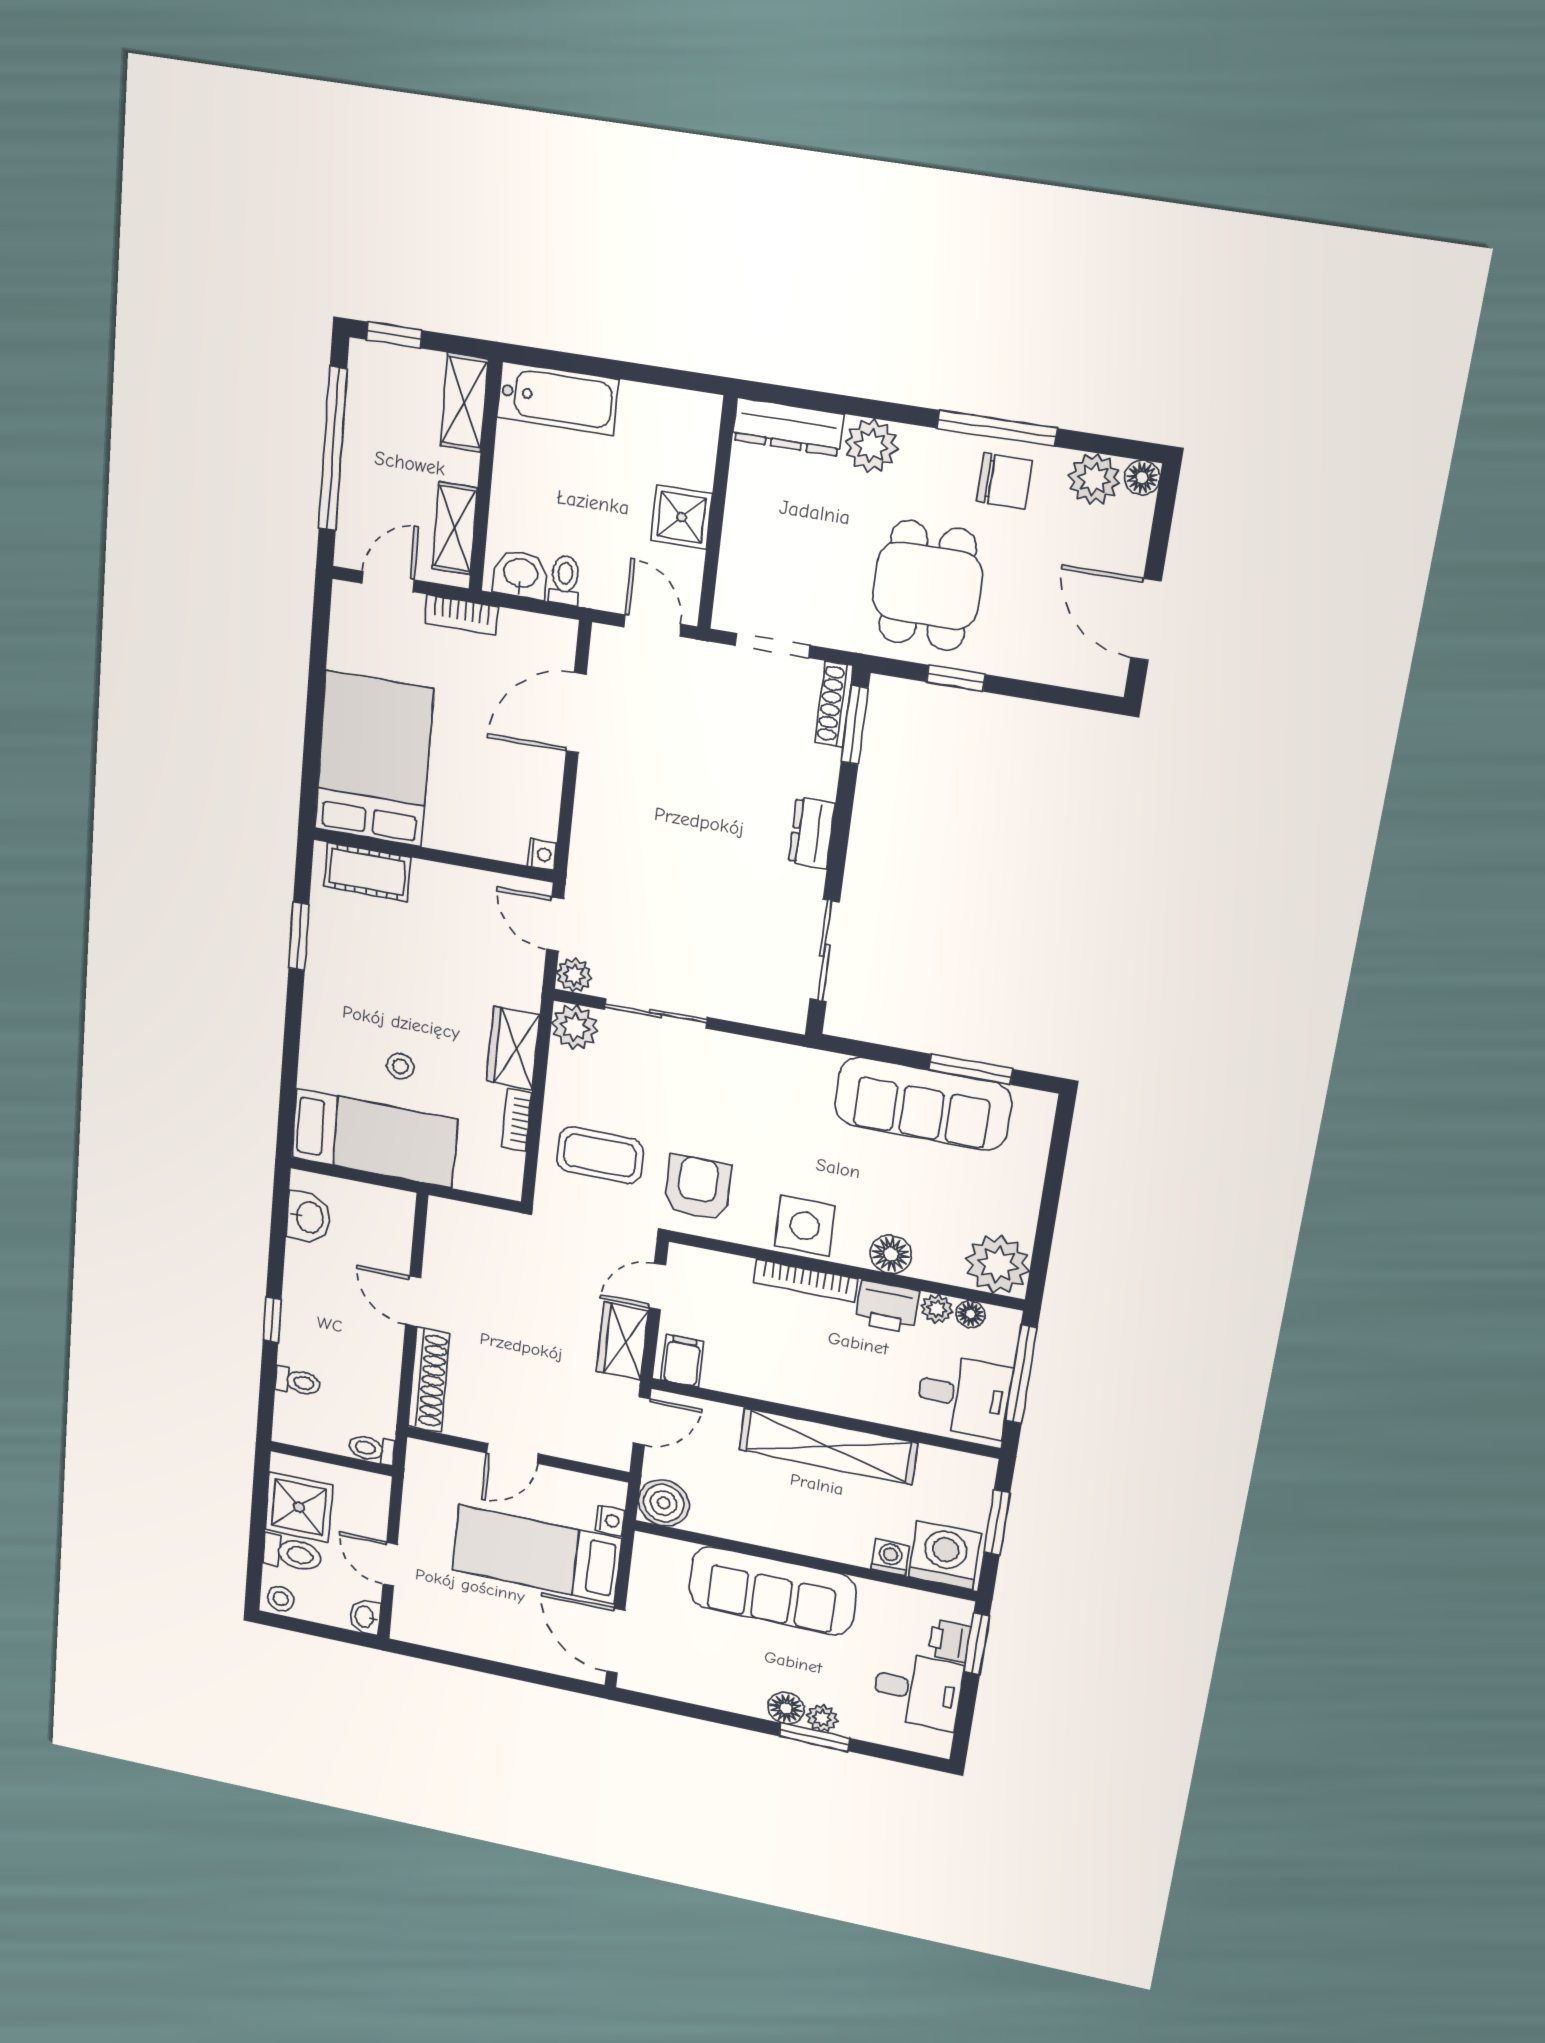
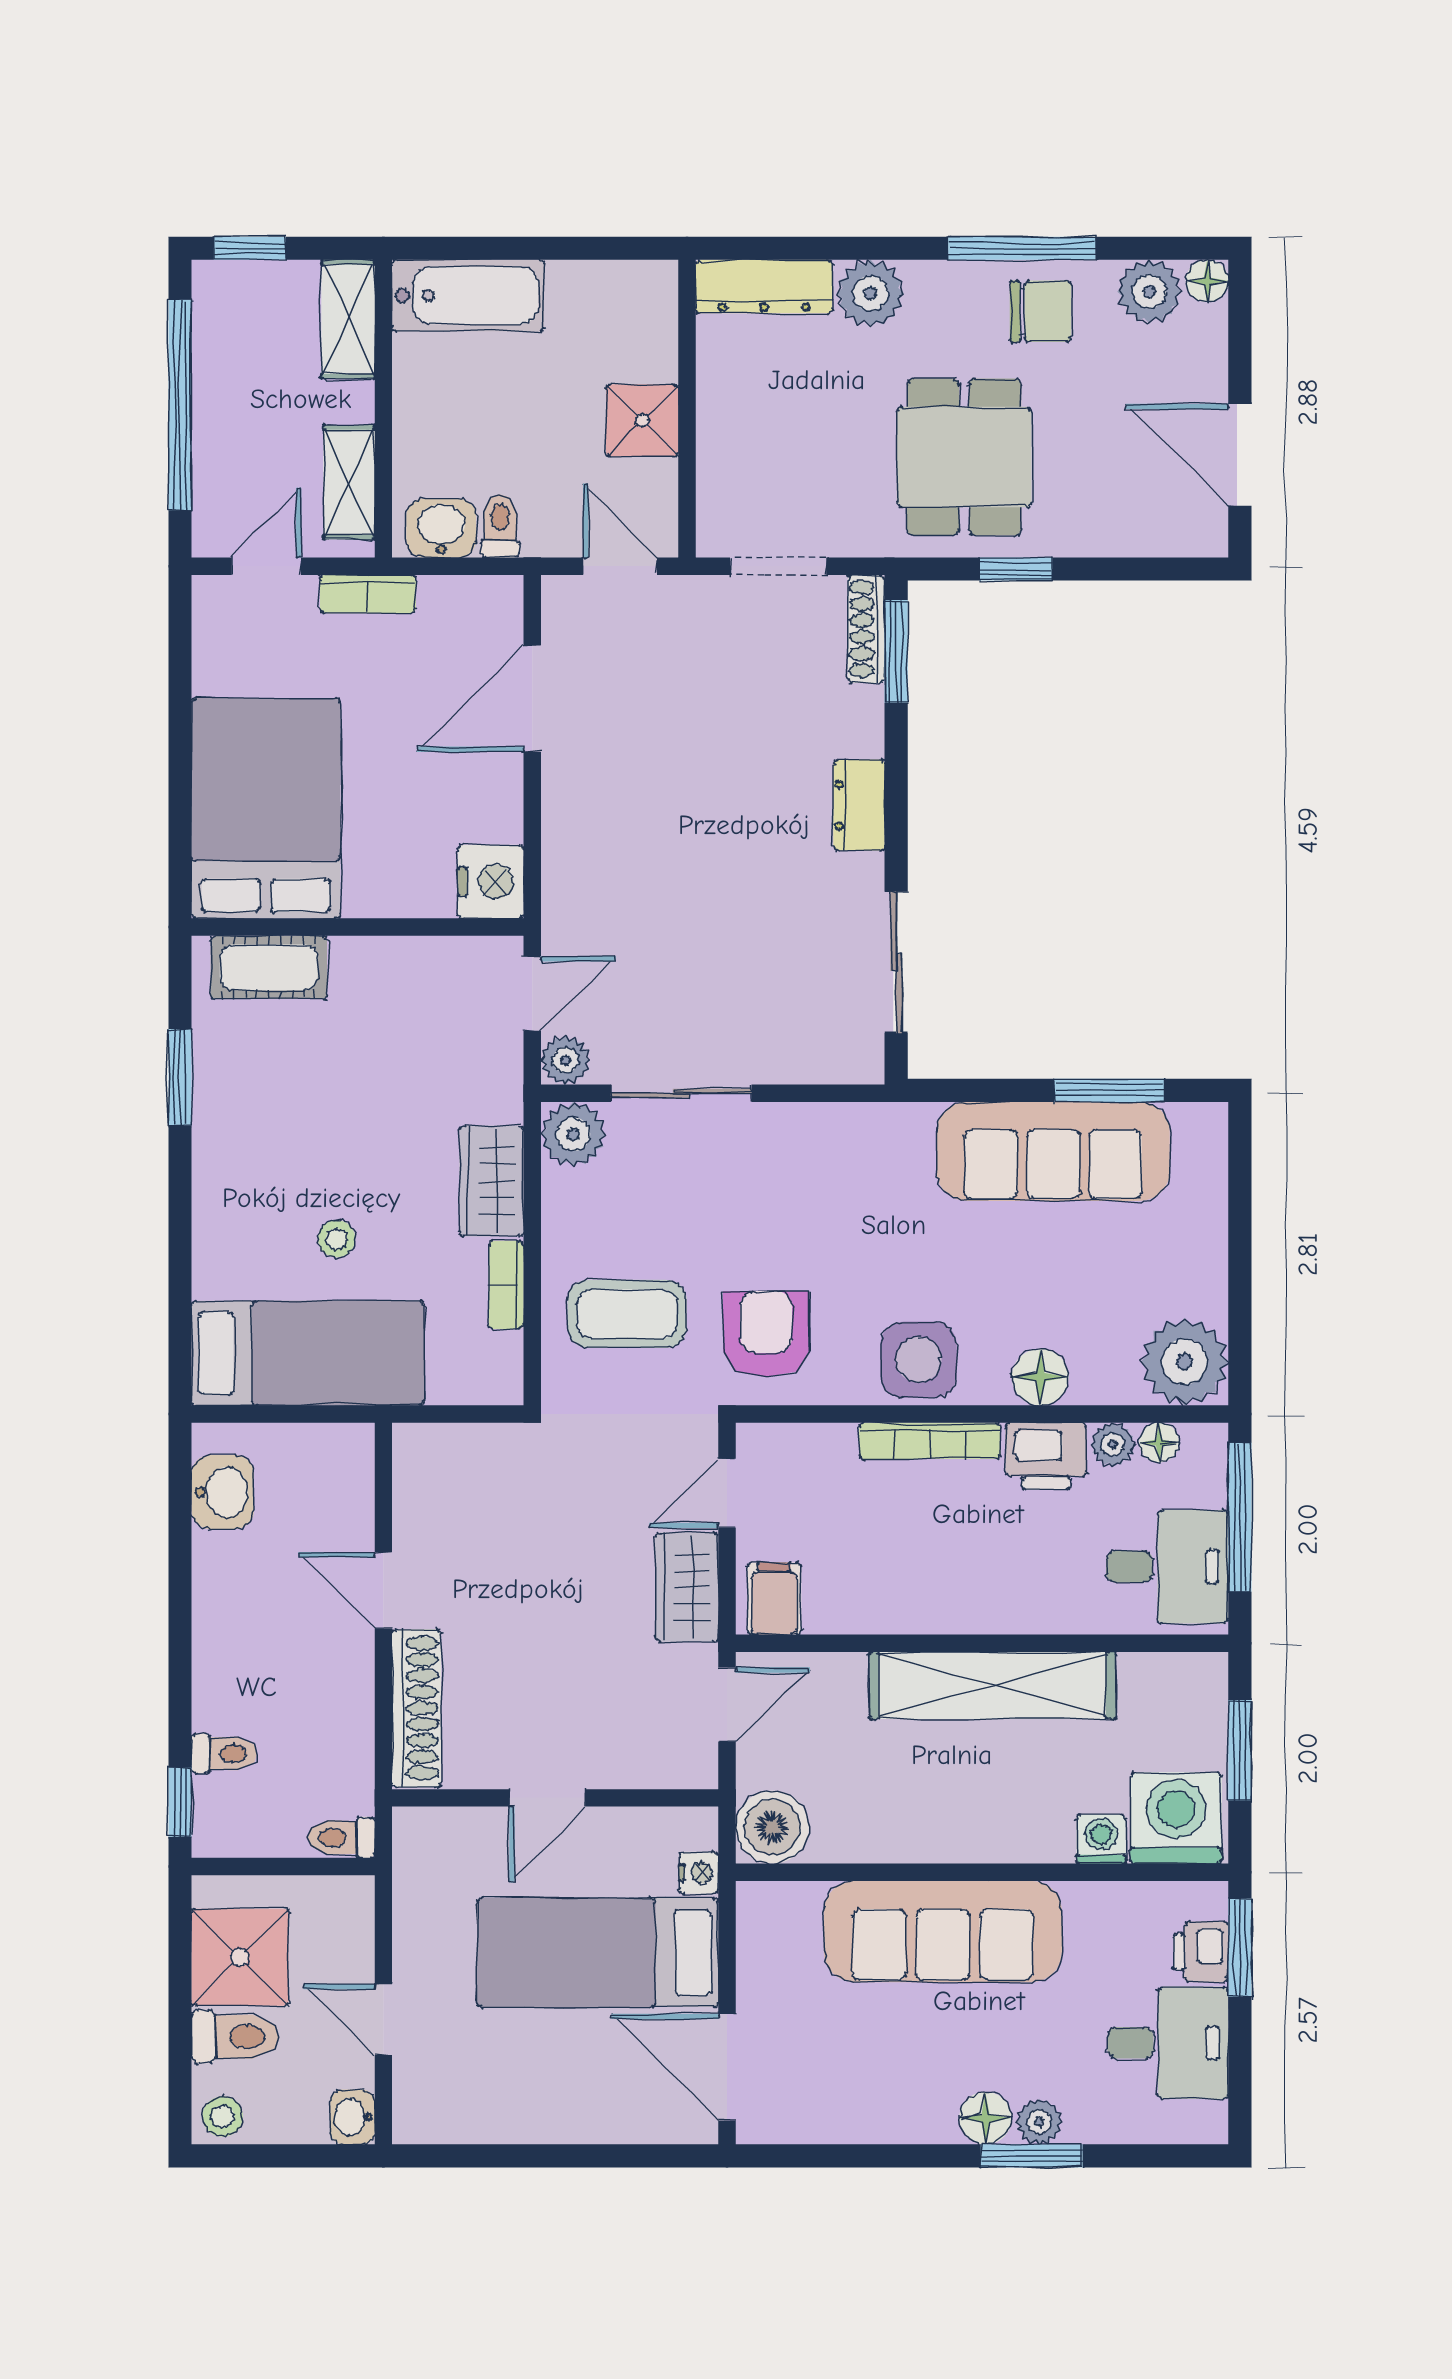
nightstand: (542, 854) -> (491, 882), width x1.89, depth x1.79
door: (555, 924) -> (532, 994), swing flipped
window: (272, 1320) -> (180, 1802), moved

